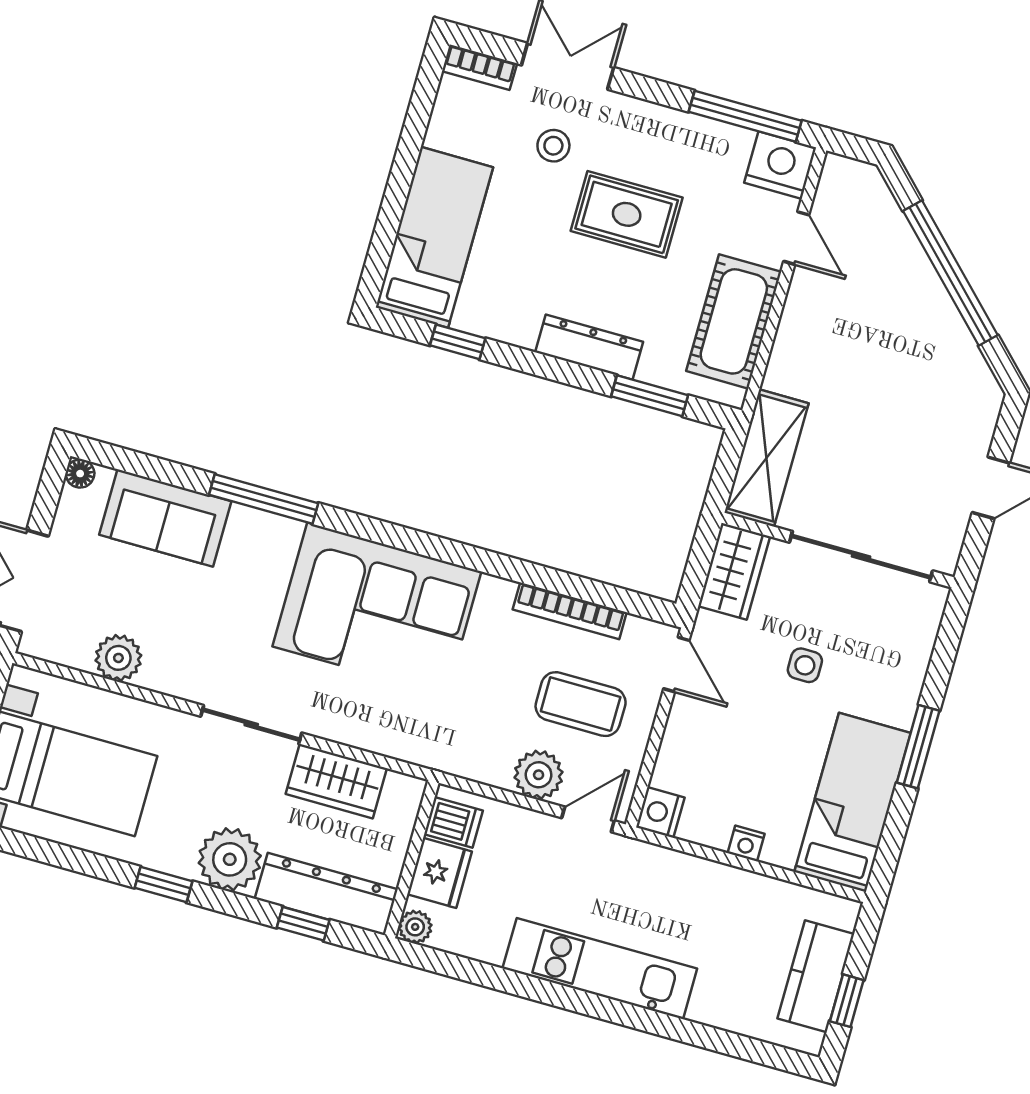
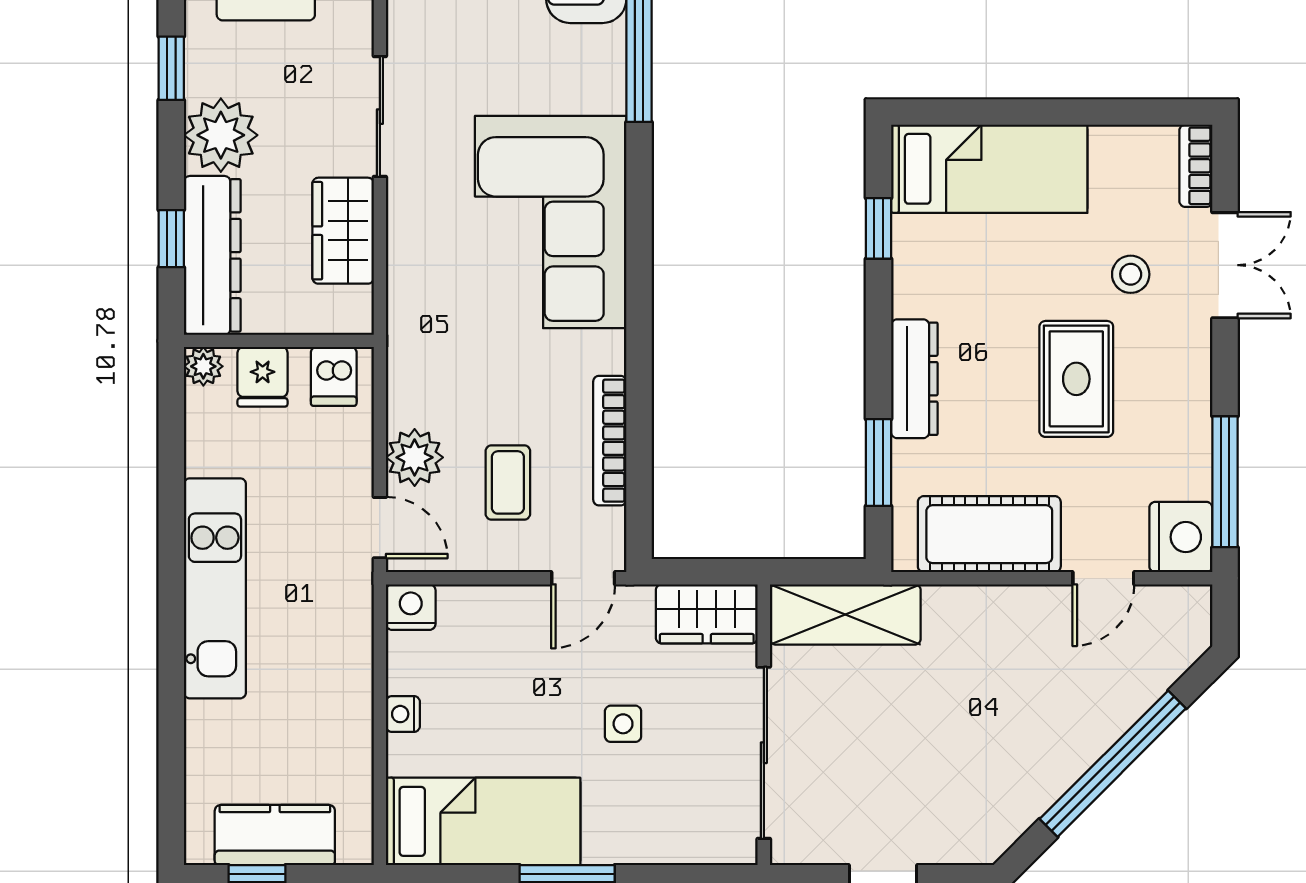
coffee table: (581, 704) -> (508, 482), width x0.73, depth x0.77
fridge: (440, 873) -> (263, 377), width x0.72

